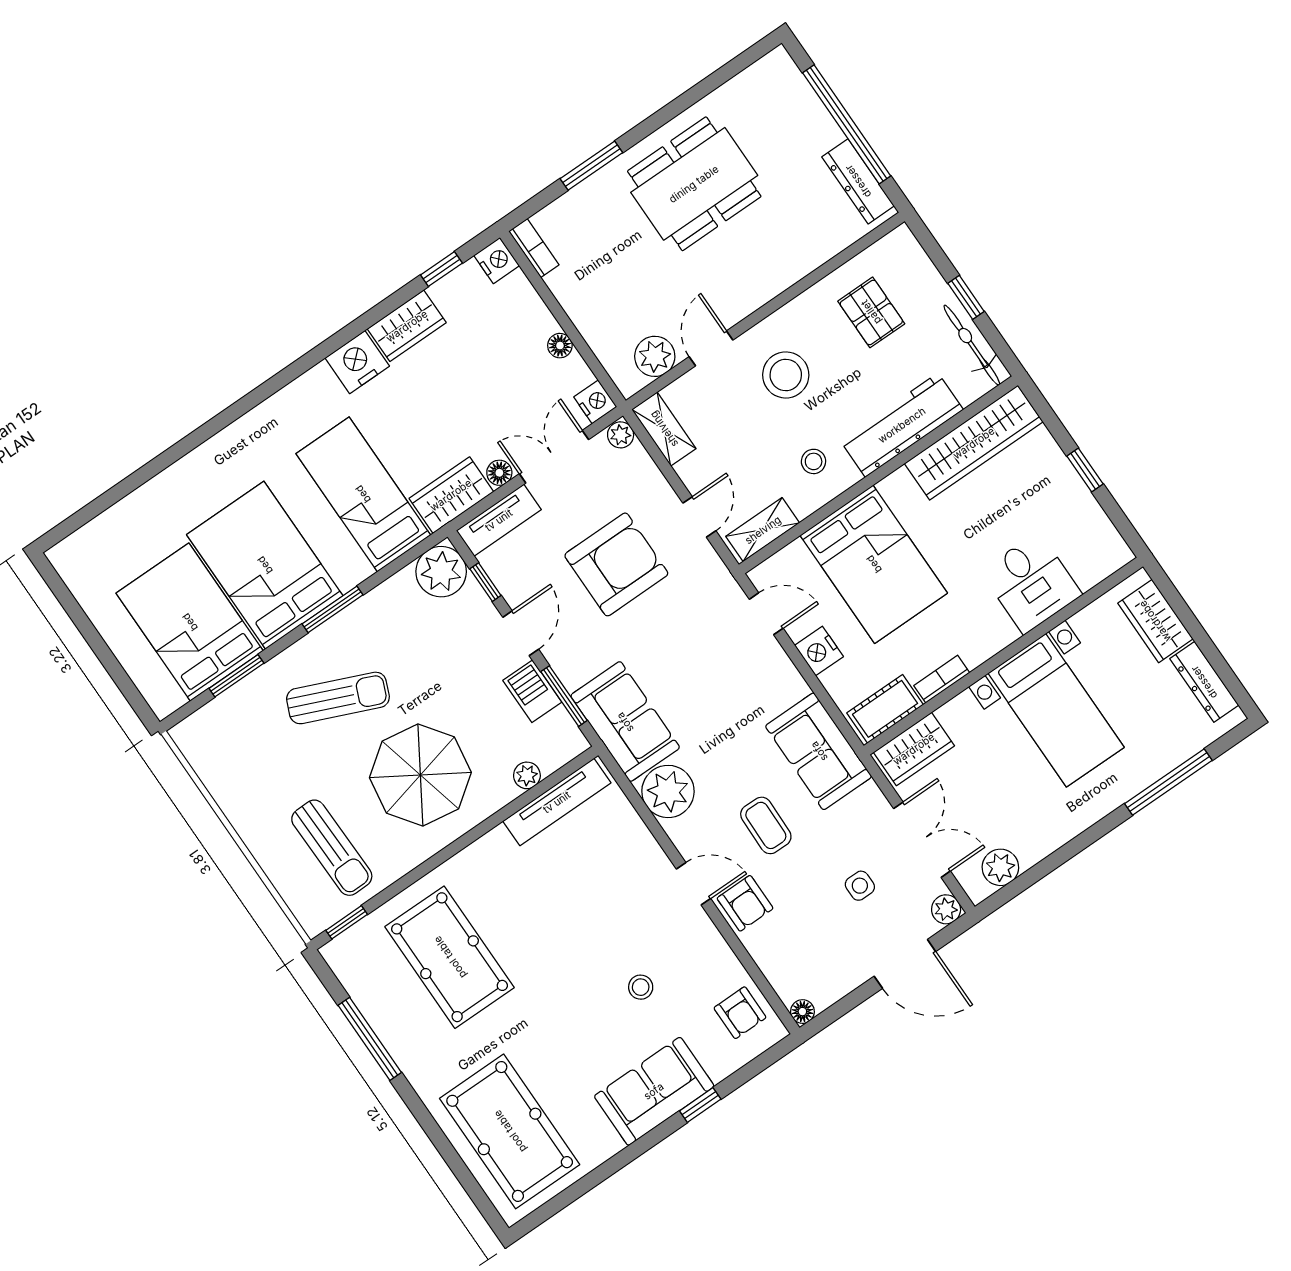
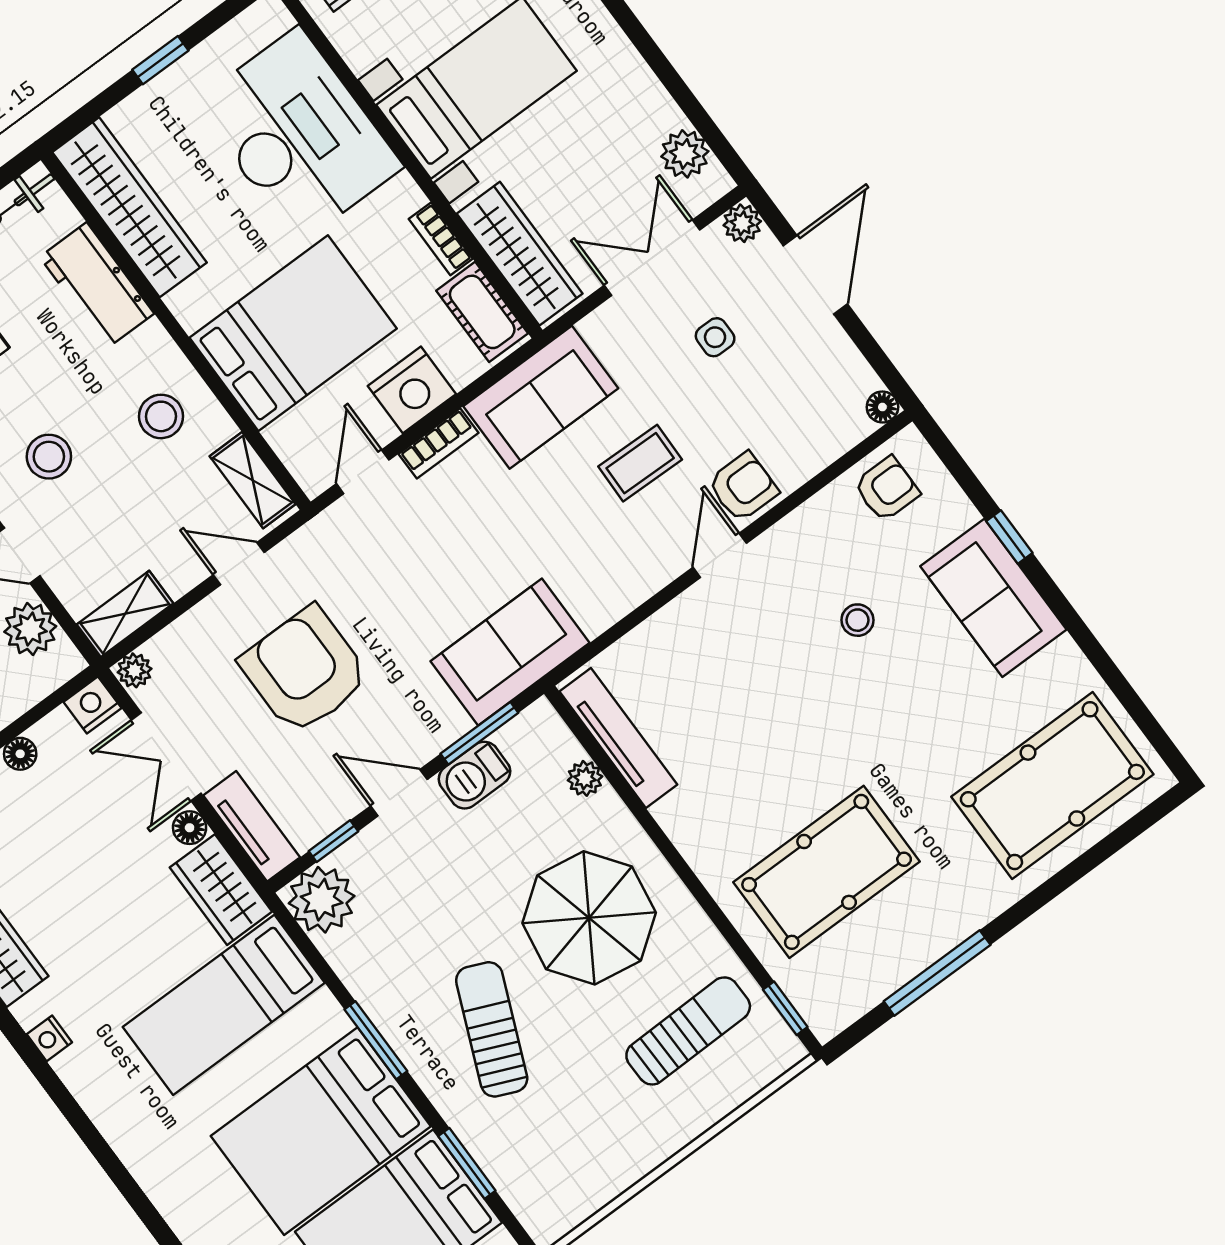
nightstand: (357, 362) -> (49, 1038), width x0.53, depth x0.56
stool: (786, 375) -> (49, 457), width x0.73, depth x0.73
workbench: (902, 425) -> (97, 285), width x0.73
stool: (814, 461) -> (161, 416), width x1.37, depth x1.37
desk: (1031, 583) -> (298, 135), width x1.87, depth x1.30
nightstand: (819, 651) -> (412, 390), width x1.36, depth x1.33
bookcase: (786, 672) -> (438, 443), added
wardrobe: (914, 749) -> (520, 254), width x1.50
plant: (668, 791) -> (600, 593), removed

